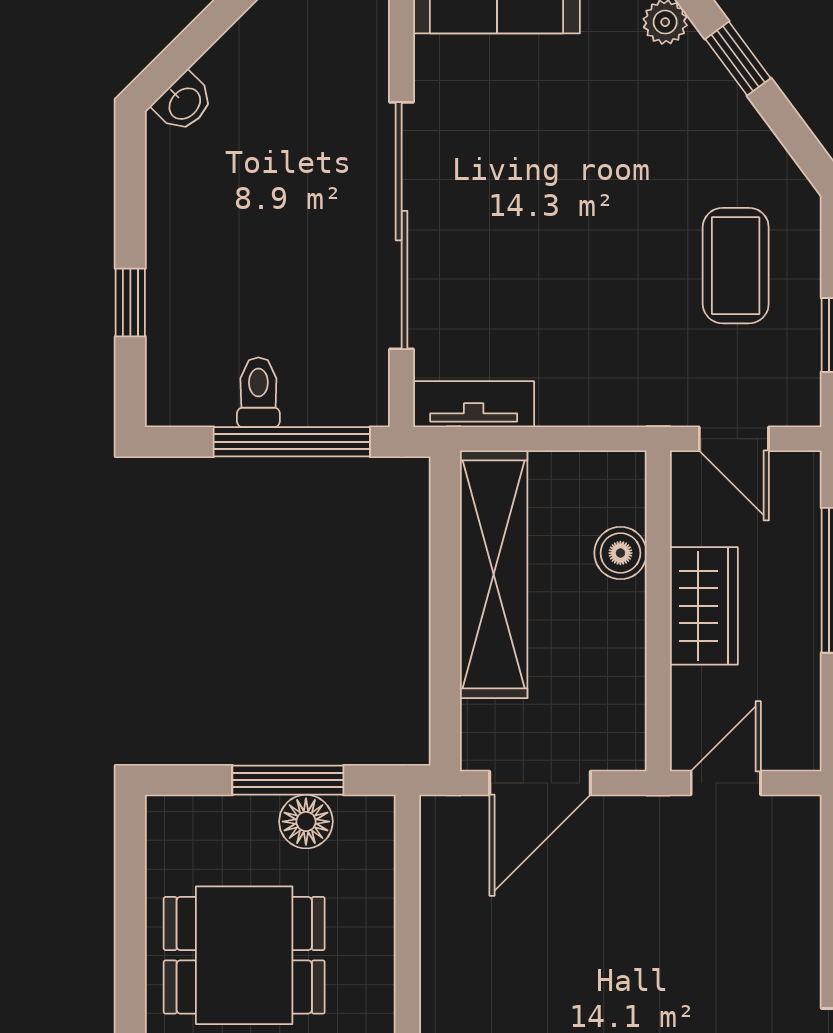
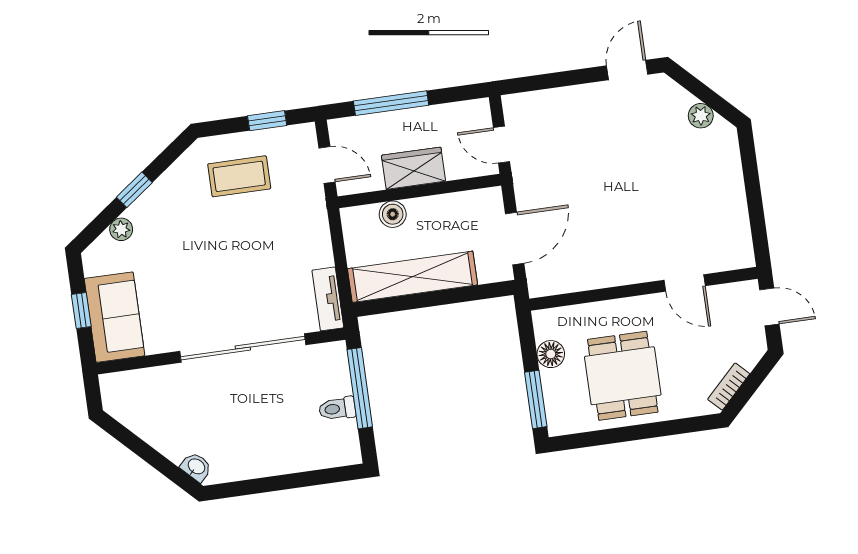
window: (130, 303) -> (301, 480), removed
door: (734, 439) -> (327, 165), hinge flipped
window: (288, 780) -> (536, 399), moved
door: (540, 783) -> (515, 238), hinge flipped

